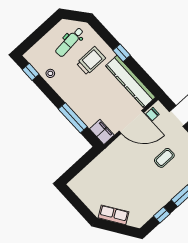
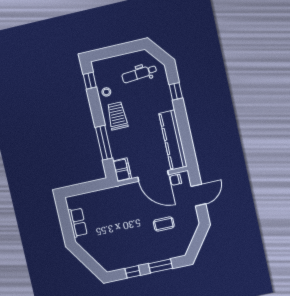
window: (122, 53) -> (176, 91), moved
trolley: (91, 61) -> (117, 116), moved, turned -90
row of seats: (114, 215) -> (78, 222), moved, turned 33

